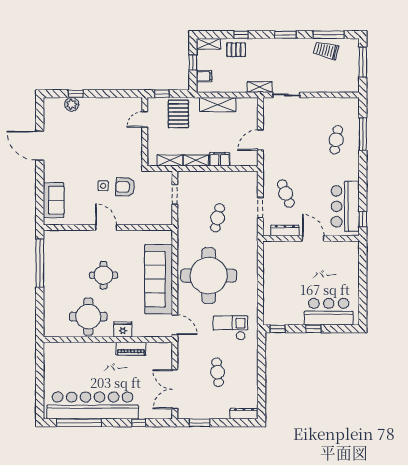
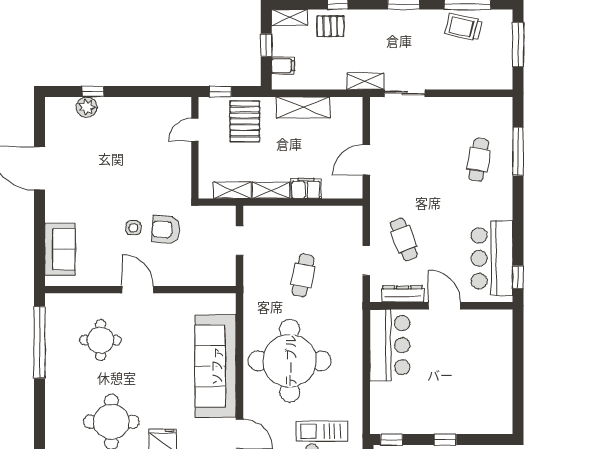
round table: (104, 275) -> (101, 340), moved
bar counter: (329, 312) -> (390, 345), moved, turned 90

